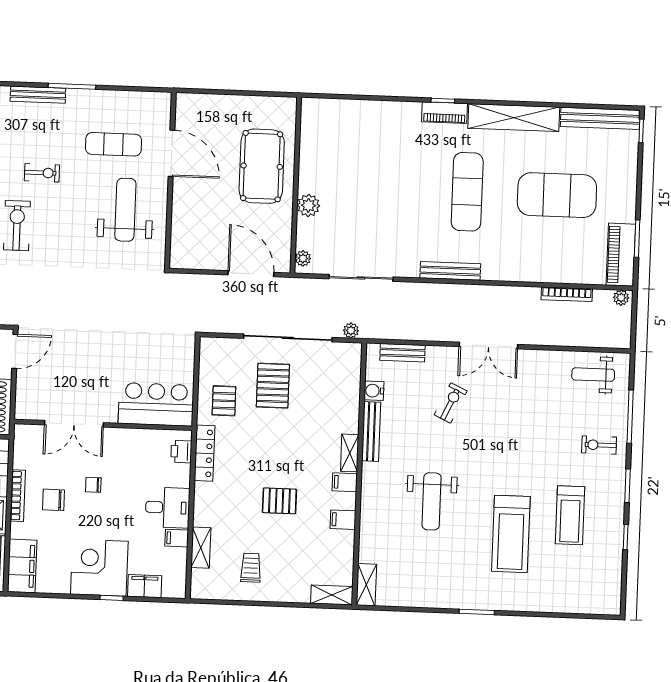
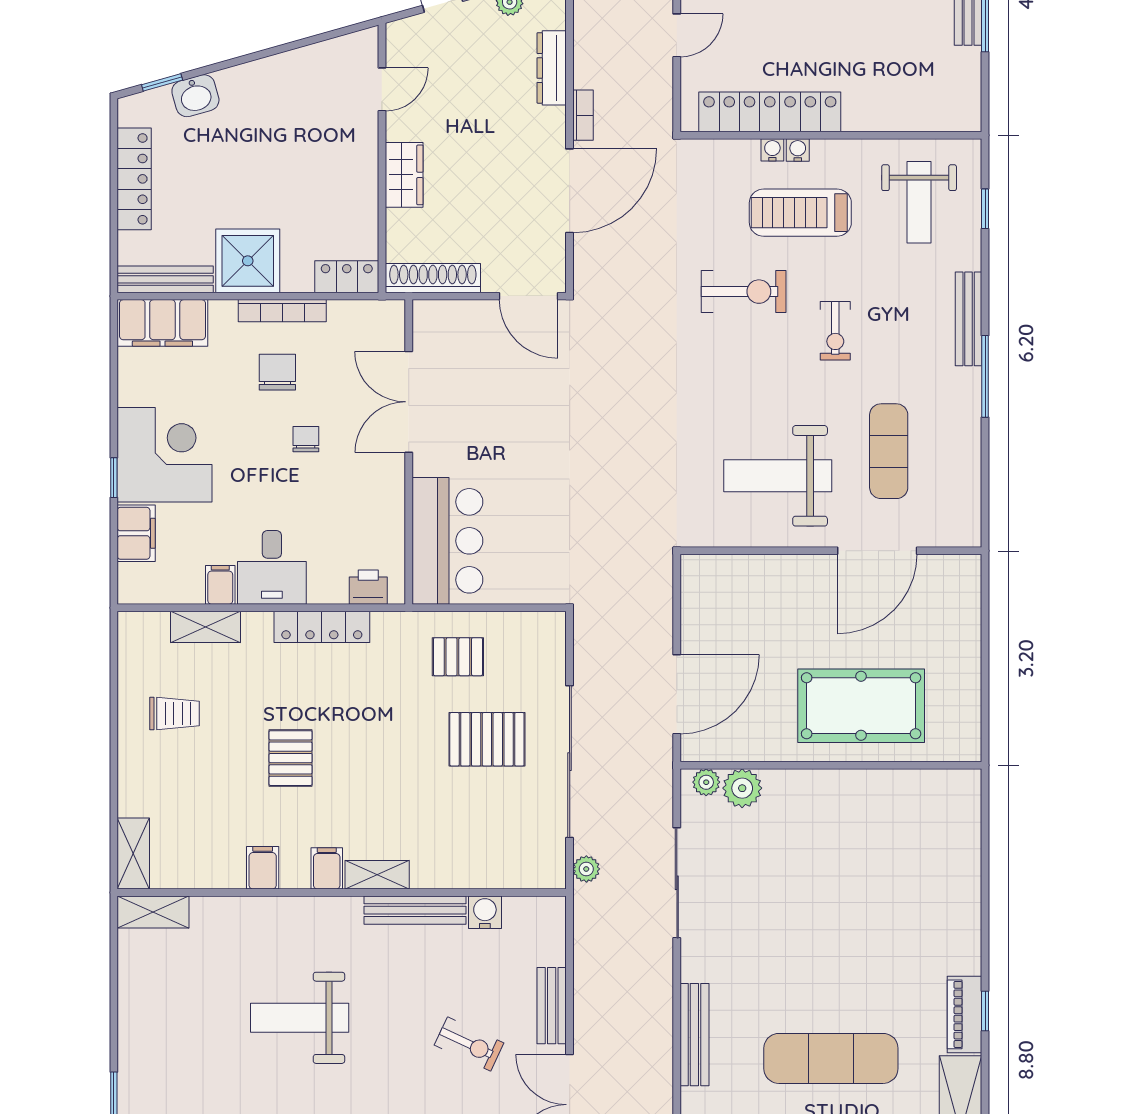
plant: (308, 205) -> (742, 788), moved
weight bench: (125, 210) -> (778, 476), turned 180
bench: (402, 353) -> (552, 1006), moved
locker: (204, 453) -> (322, 627), moved

